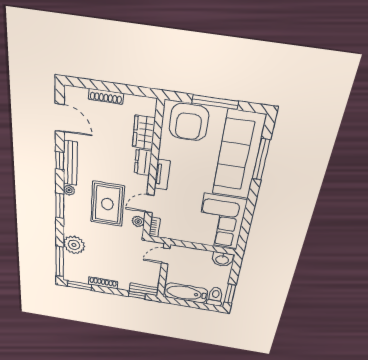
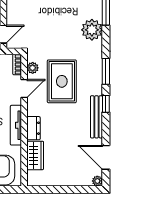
shoe rack: (106, 96) -> (68, 181), removed
window: (60, 161) -> (106, 104), moved
tv unit: (162, 175) -> (16, 125), width x1.41
plant: (69, 190) -> (97, 181), moved

